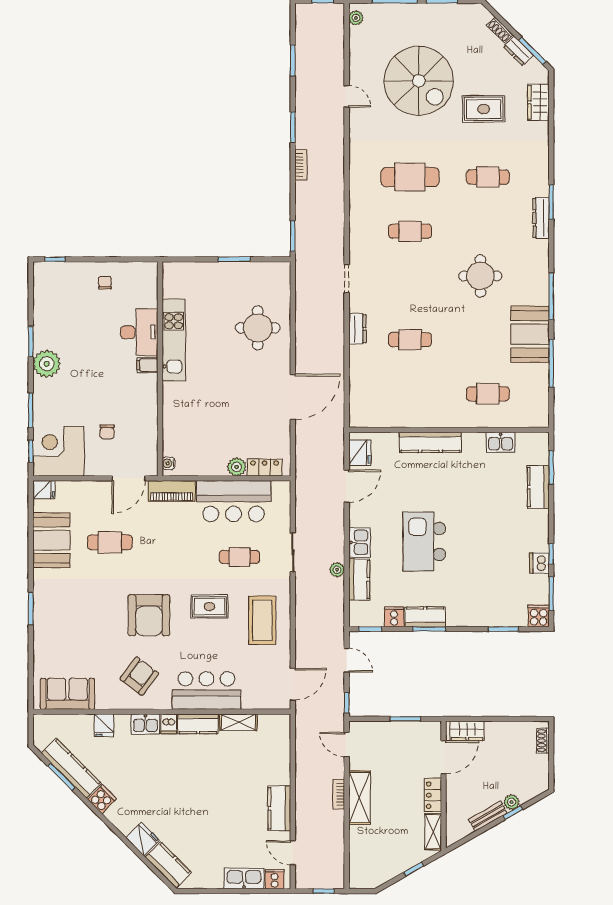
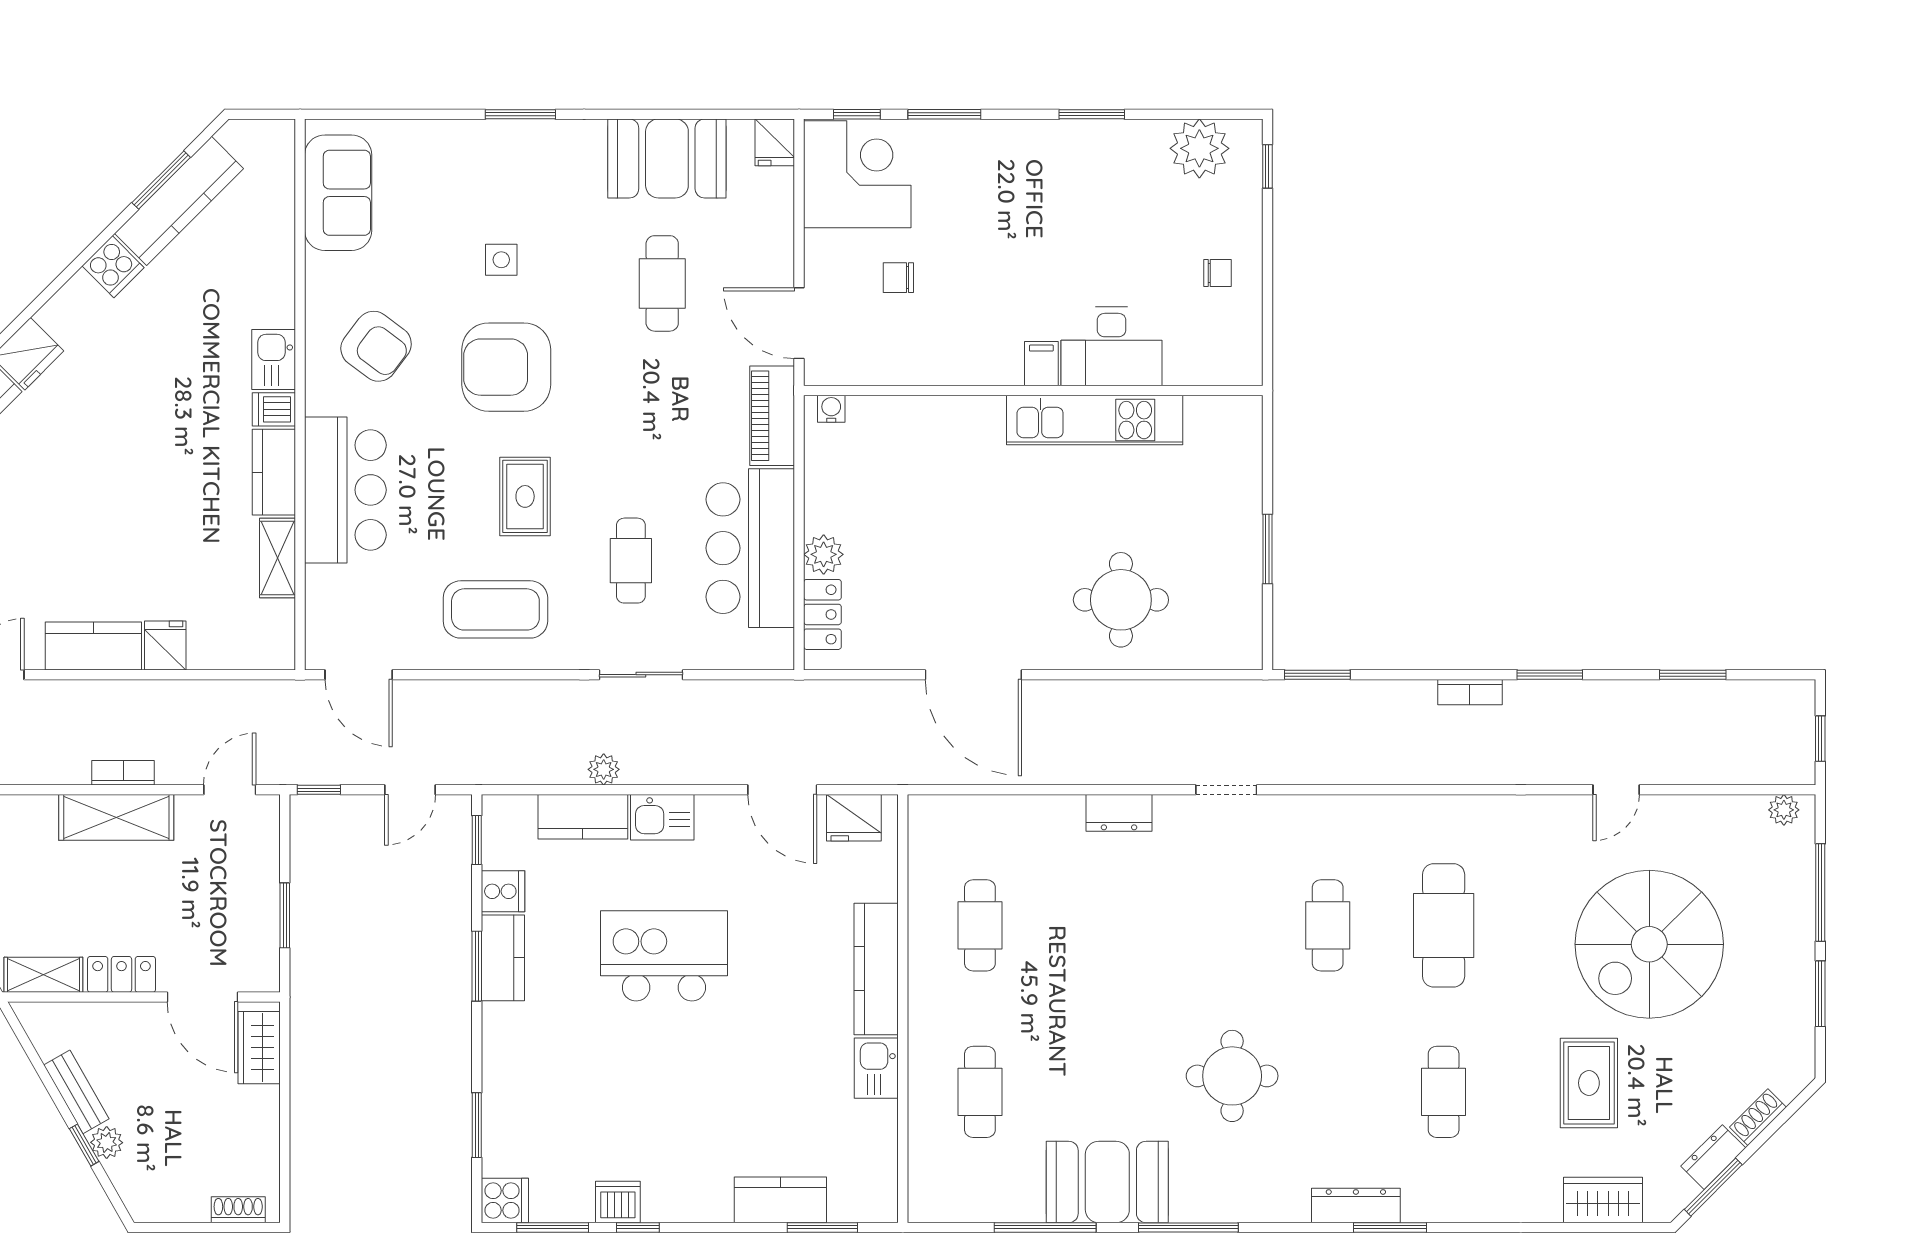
cafe table: (410, 340) -> (980, 925), moved
plant: (47, 364) -> (1199, 148), moved
kitchen sink: (501, 442) -> (876, 1068), moved
side table: (99, 618) -> (501, 260), added
fridge: (104, 725) -> (165, 645), moved, turned 90

